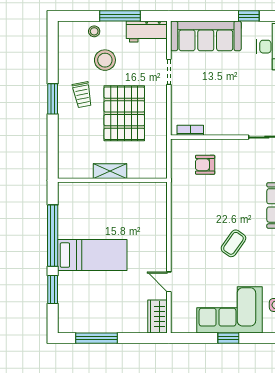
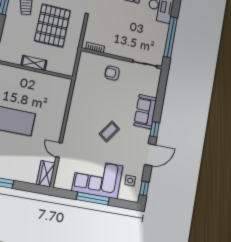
armchair: (205, 165) -> (112, 73), moved
window: (228, 338) -> (93, 199), width x2.17

